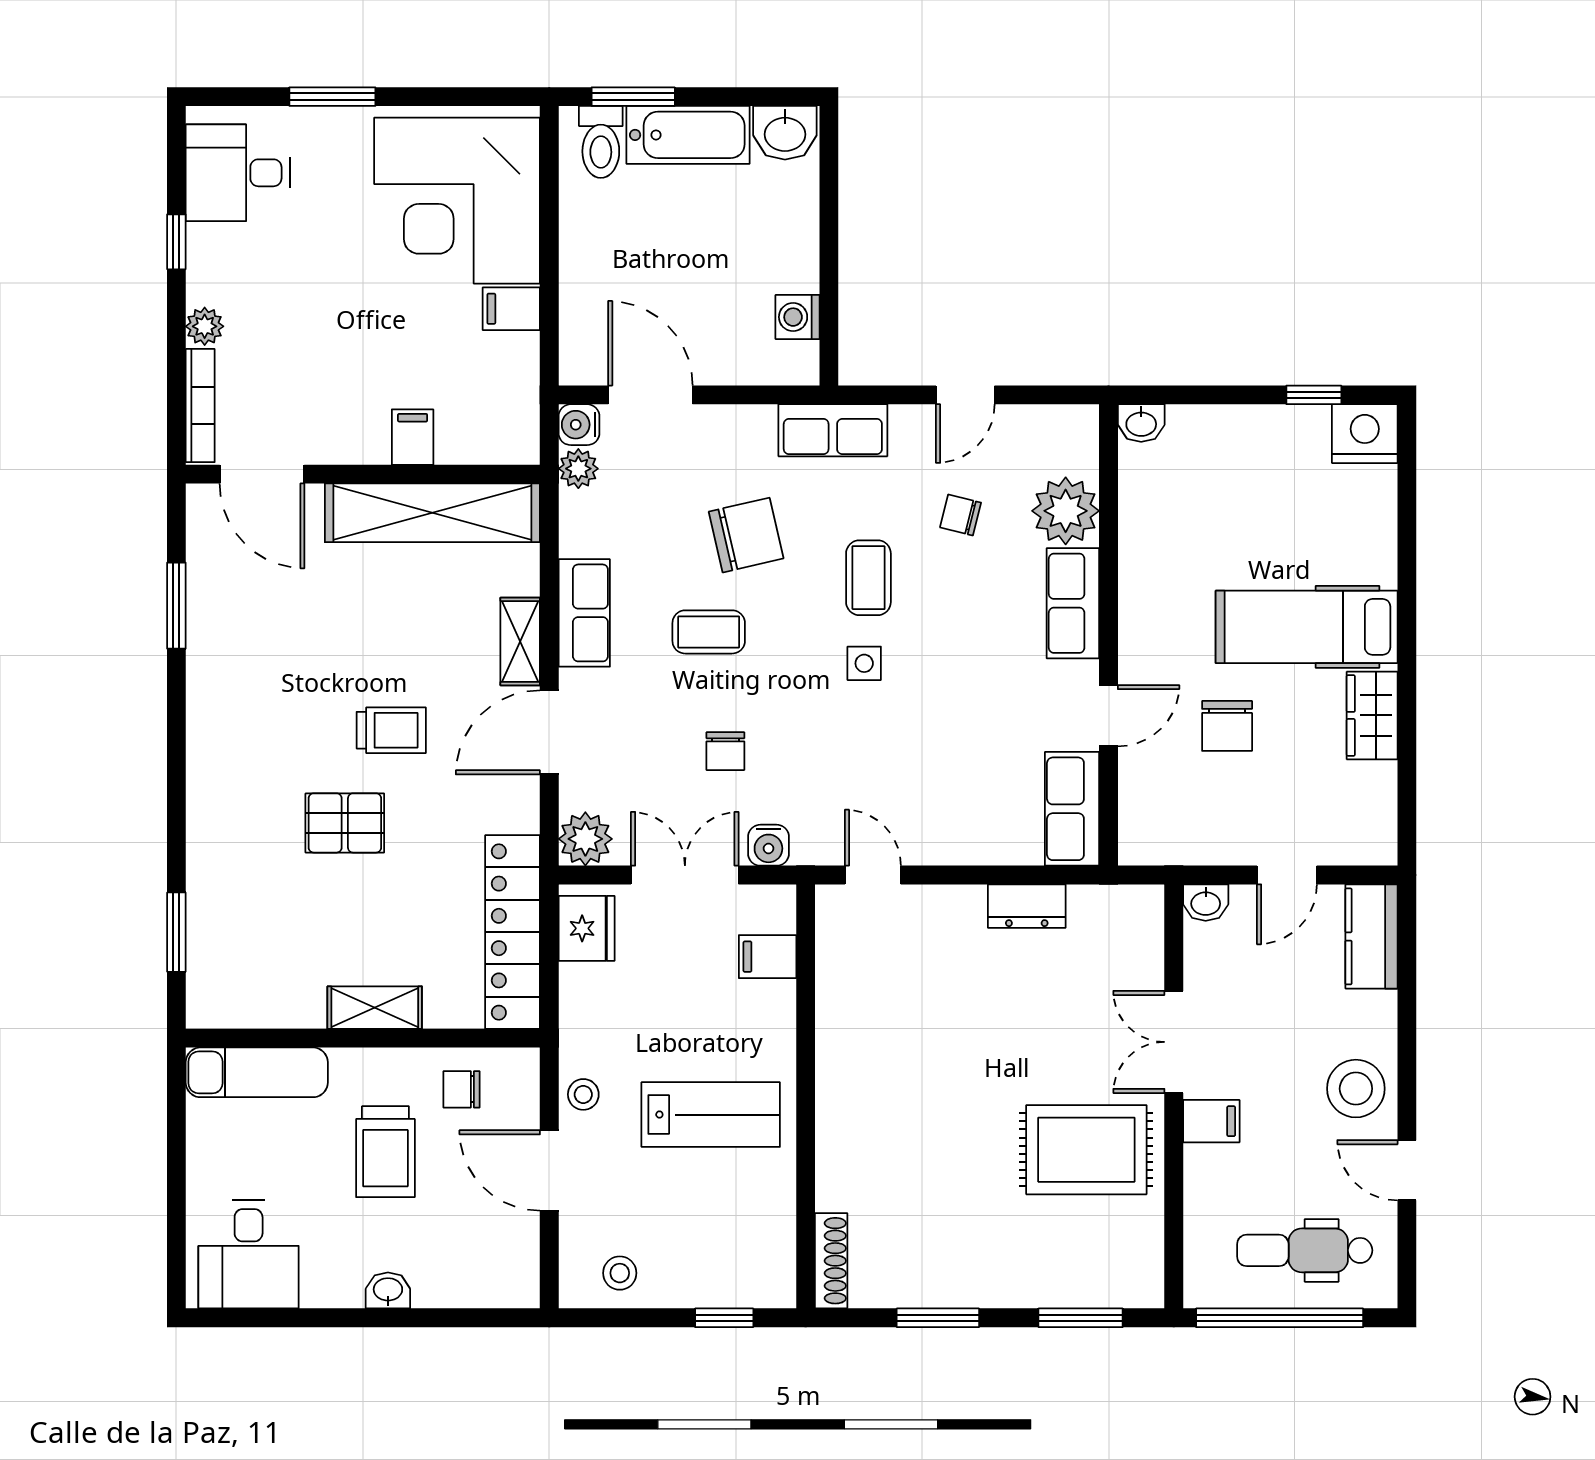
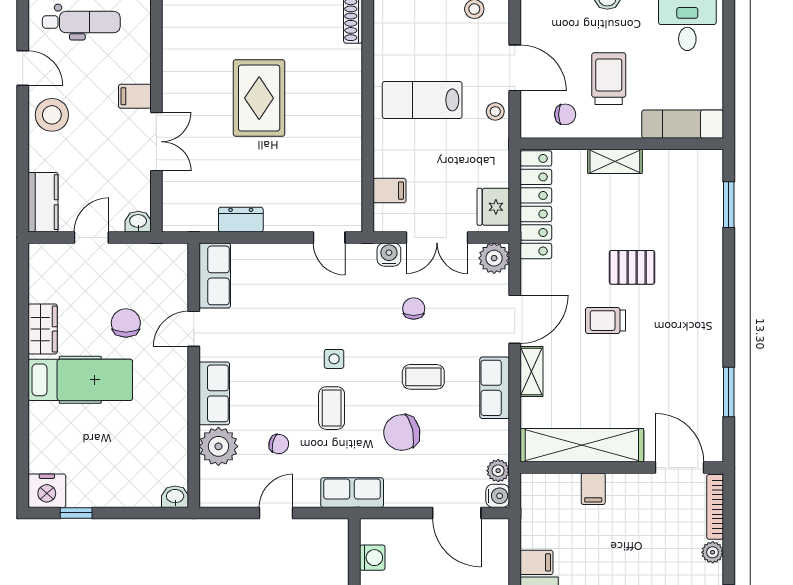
rug: (1086, 1150) -> (259, 98), moved, turned 90

